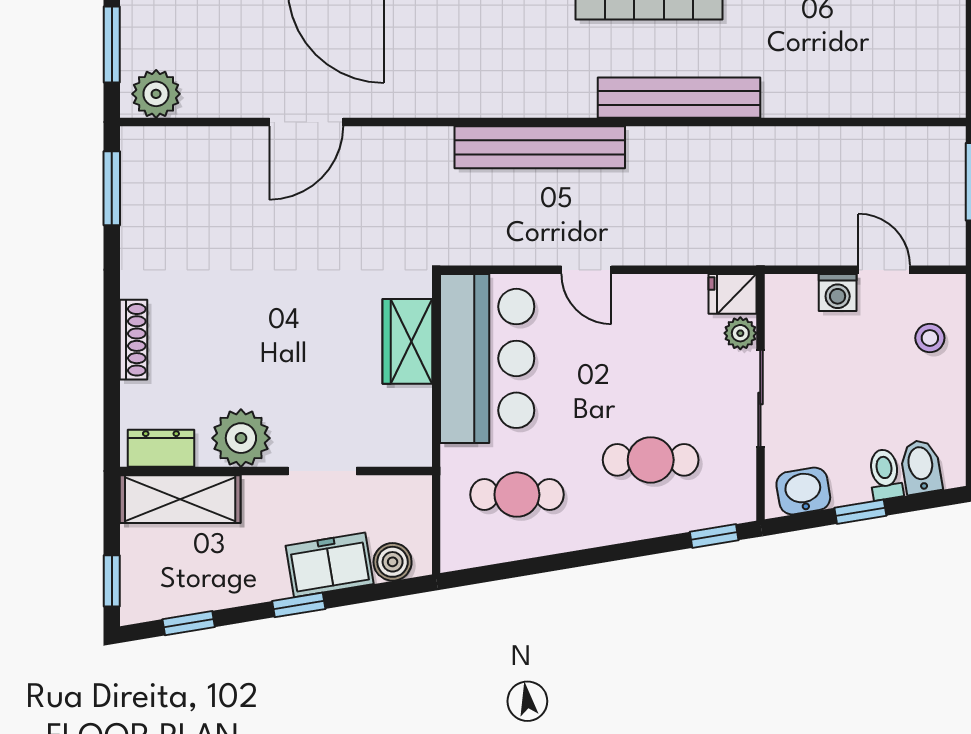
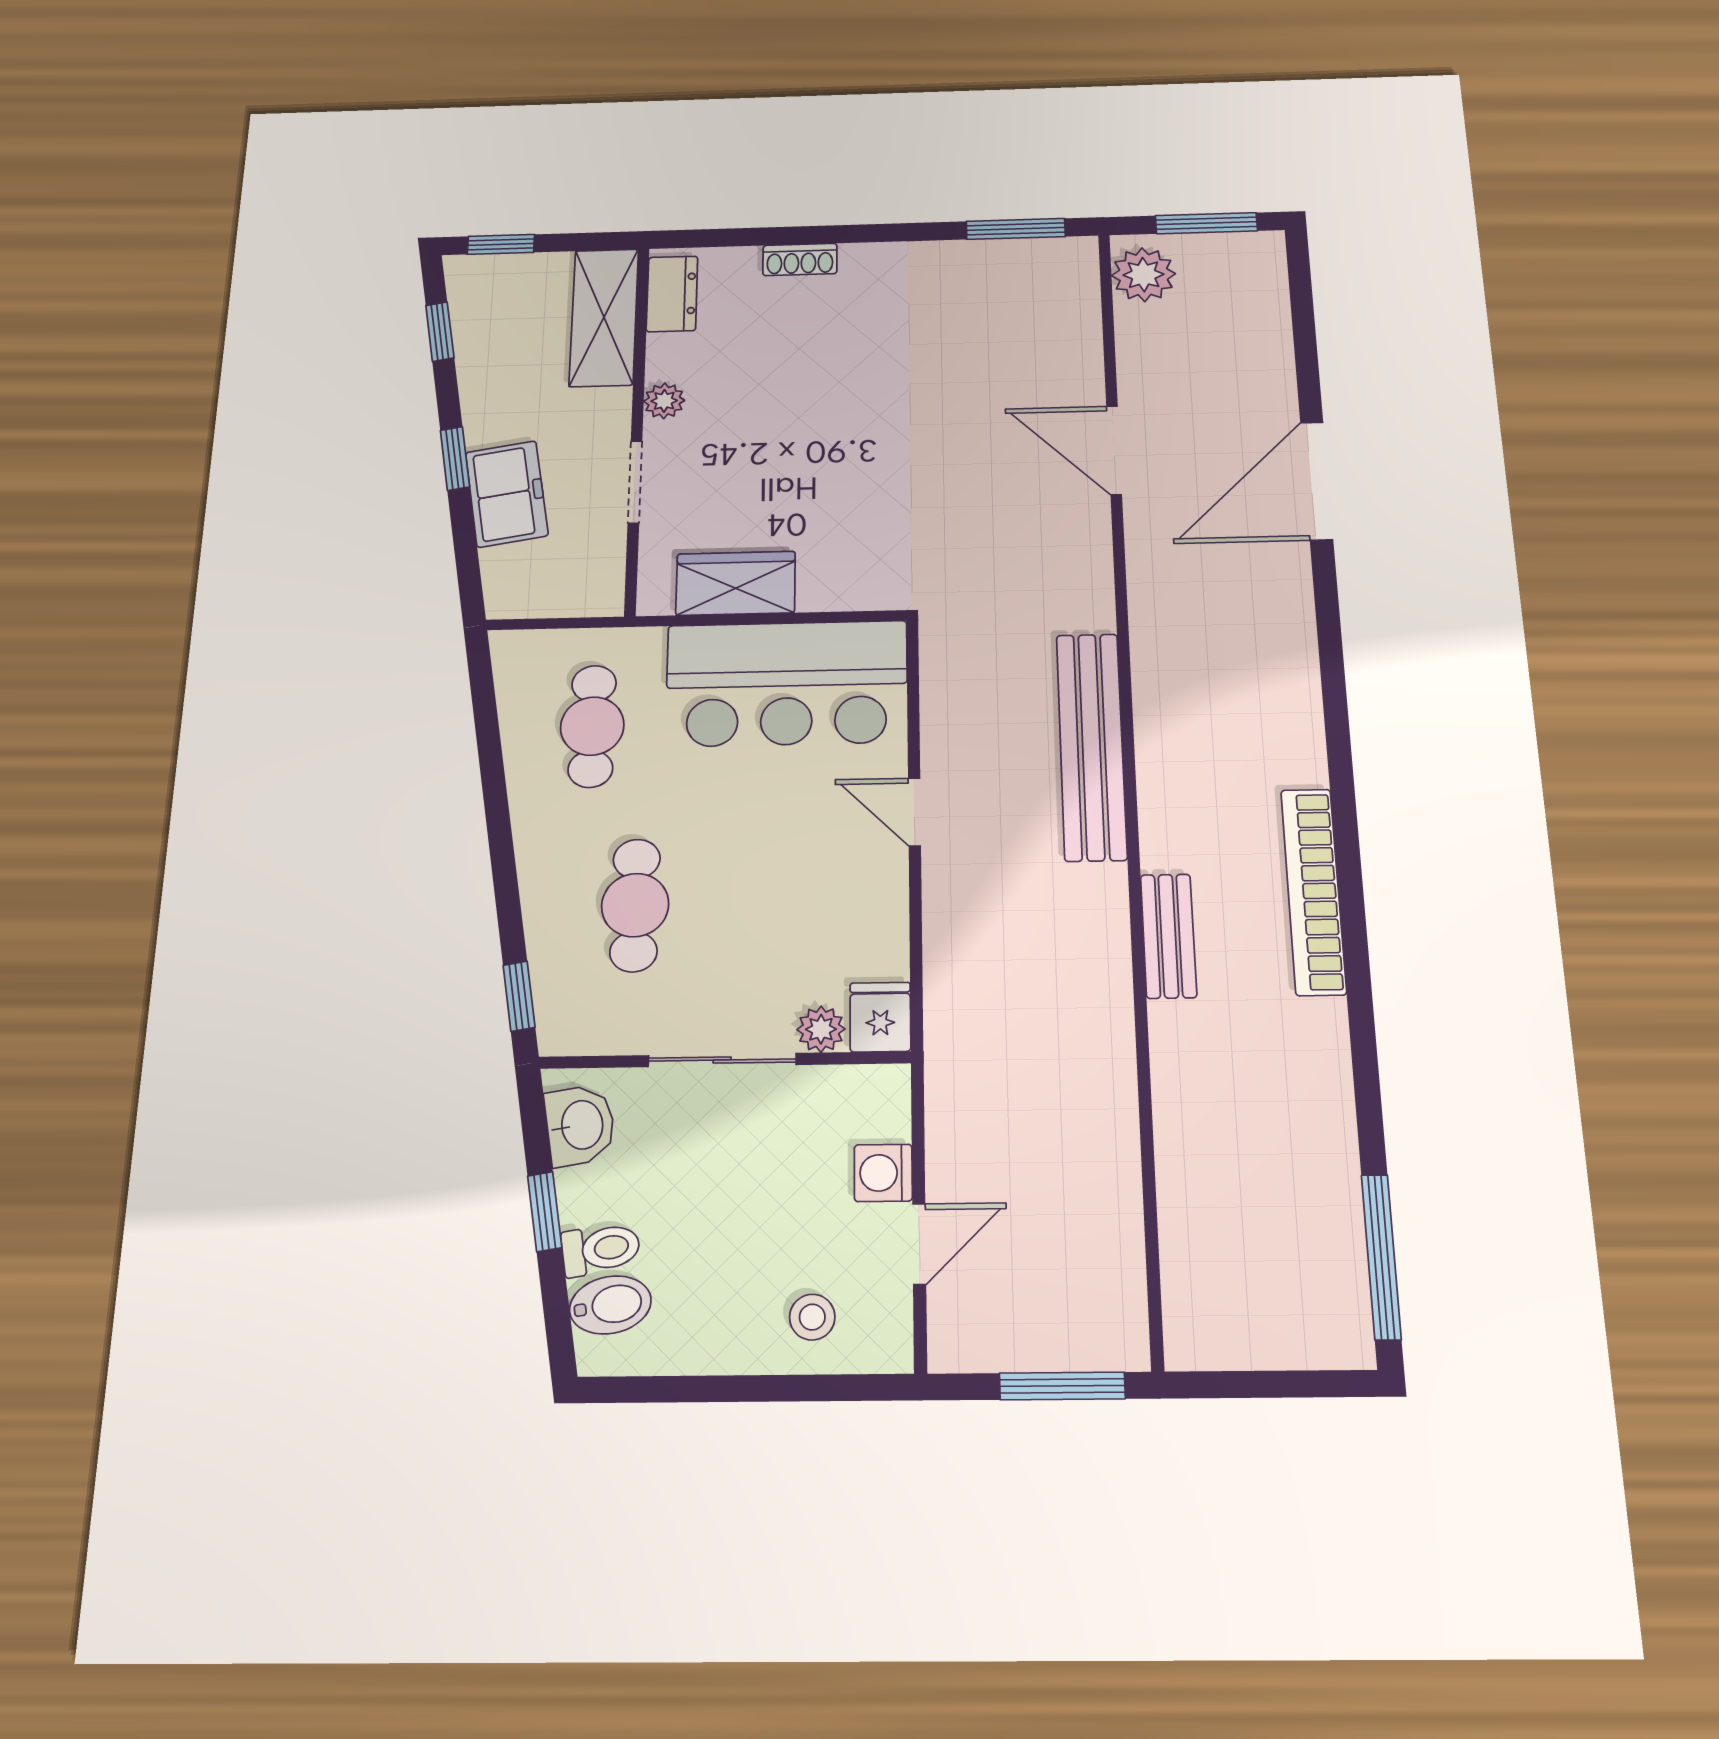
bench: (679, 98) -> (1168, 936), width x0.54, depth x0.82
door: (586, 270) -> (914, 812), hinge flipped
shoe rack: (134, 340) -> (800, 260), width x0.70
wardrobe: (407, 341) -> (736, 583), moved
plant: (241, 438) -> (664, 401), width x0.53, depth x0.53
boiler: (393, 562) -> (506, 570), removed

